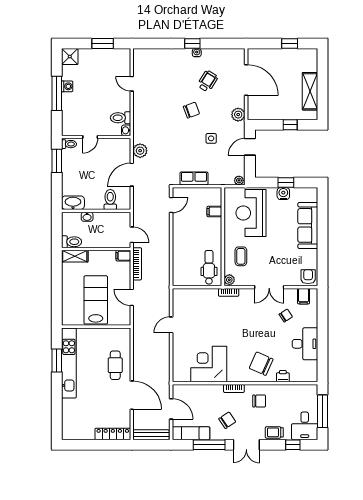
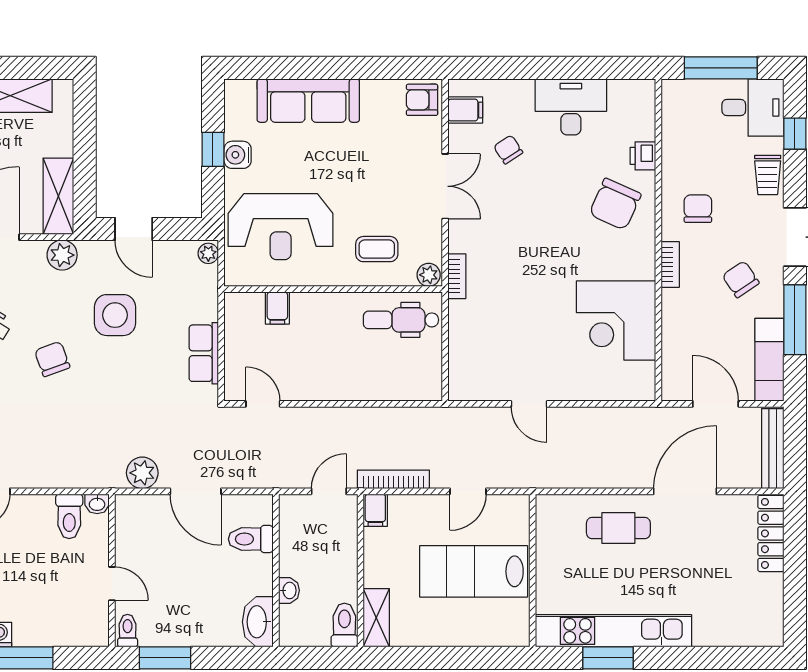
shelving: (265, 113) -> (58, 196), added
window: (290, 125) -> (85, 140), removed
side table: (211, 138) -> (115, 315), width x1.87, depth x1.87
door: (171, 409) -> (716, 404), hinge flipped

